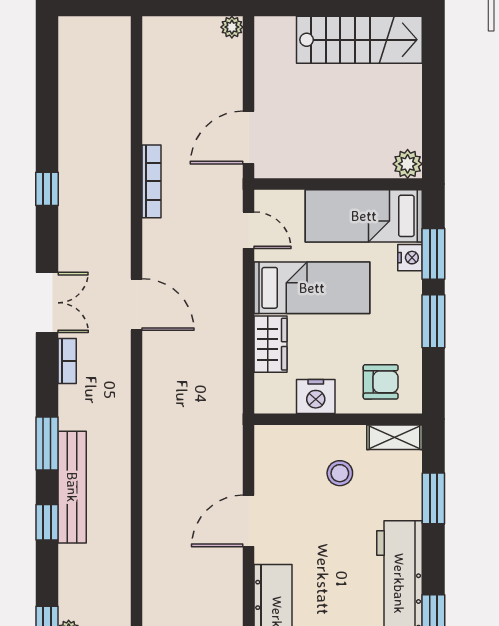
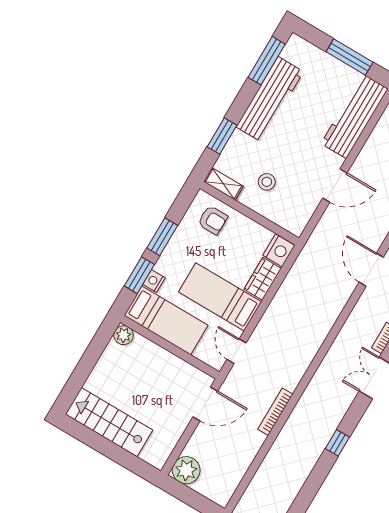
plant: (232, 27) -> (186, 470), width x1.87, depth x1.87
door: (137, 304) -> (371, 270), moved
armchair: (381, 382) -> (213, 220), turned 180
nightstand: (316, 396) -> (279, 250), moved, turned 90

